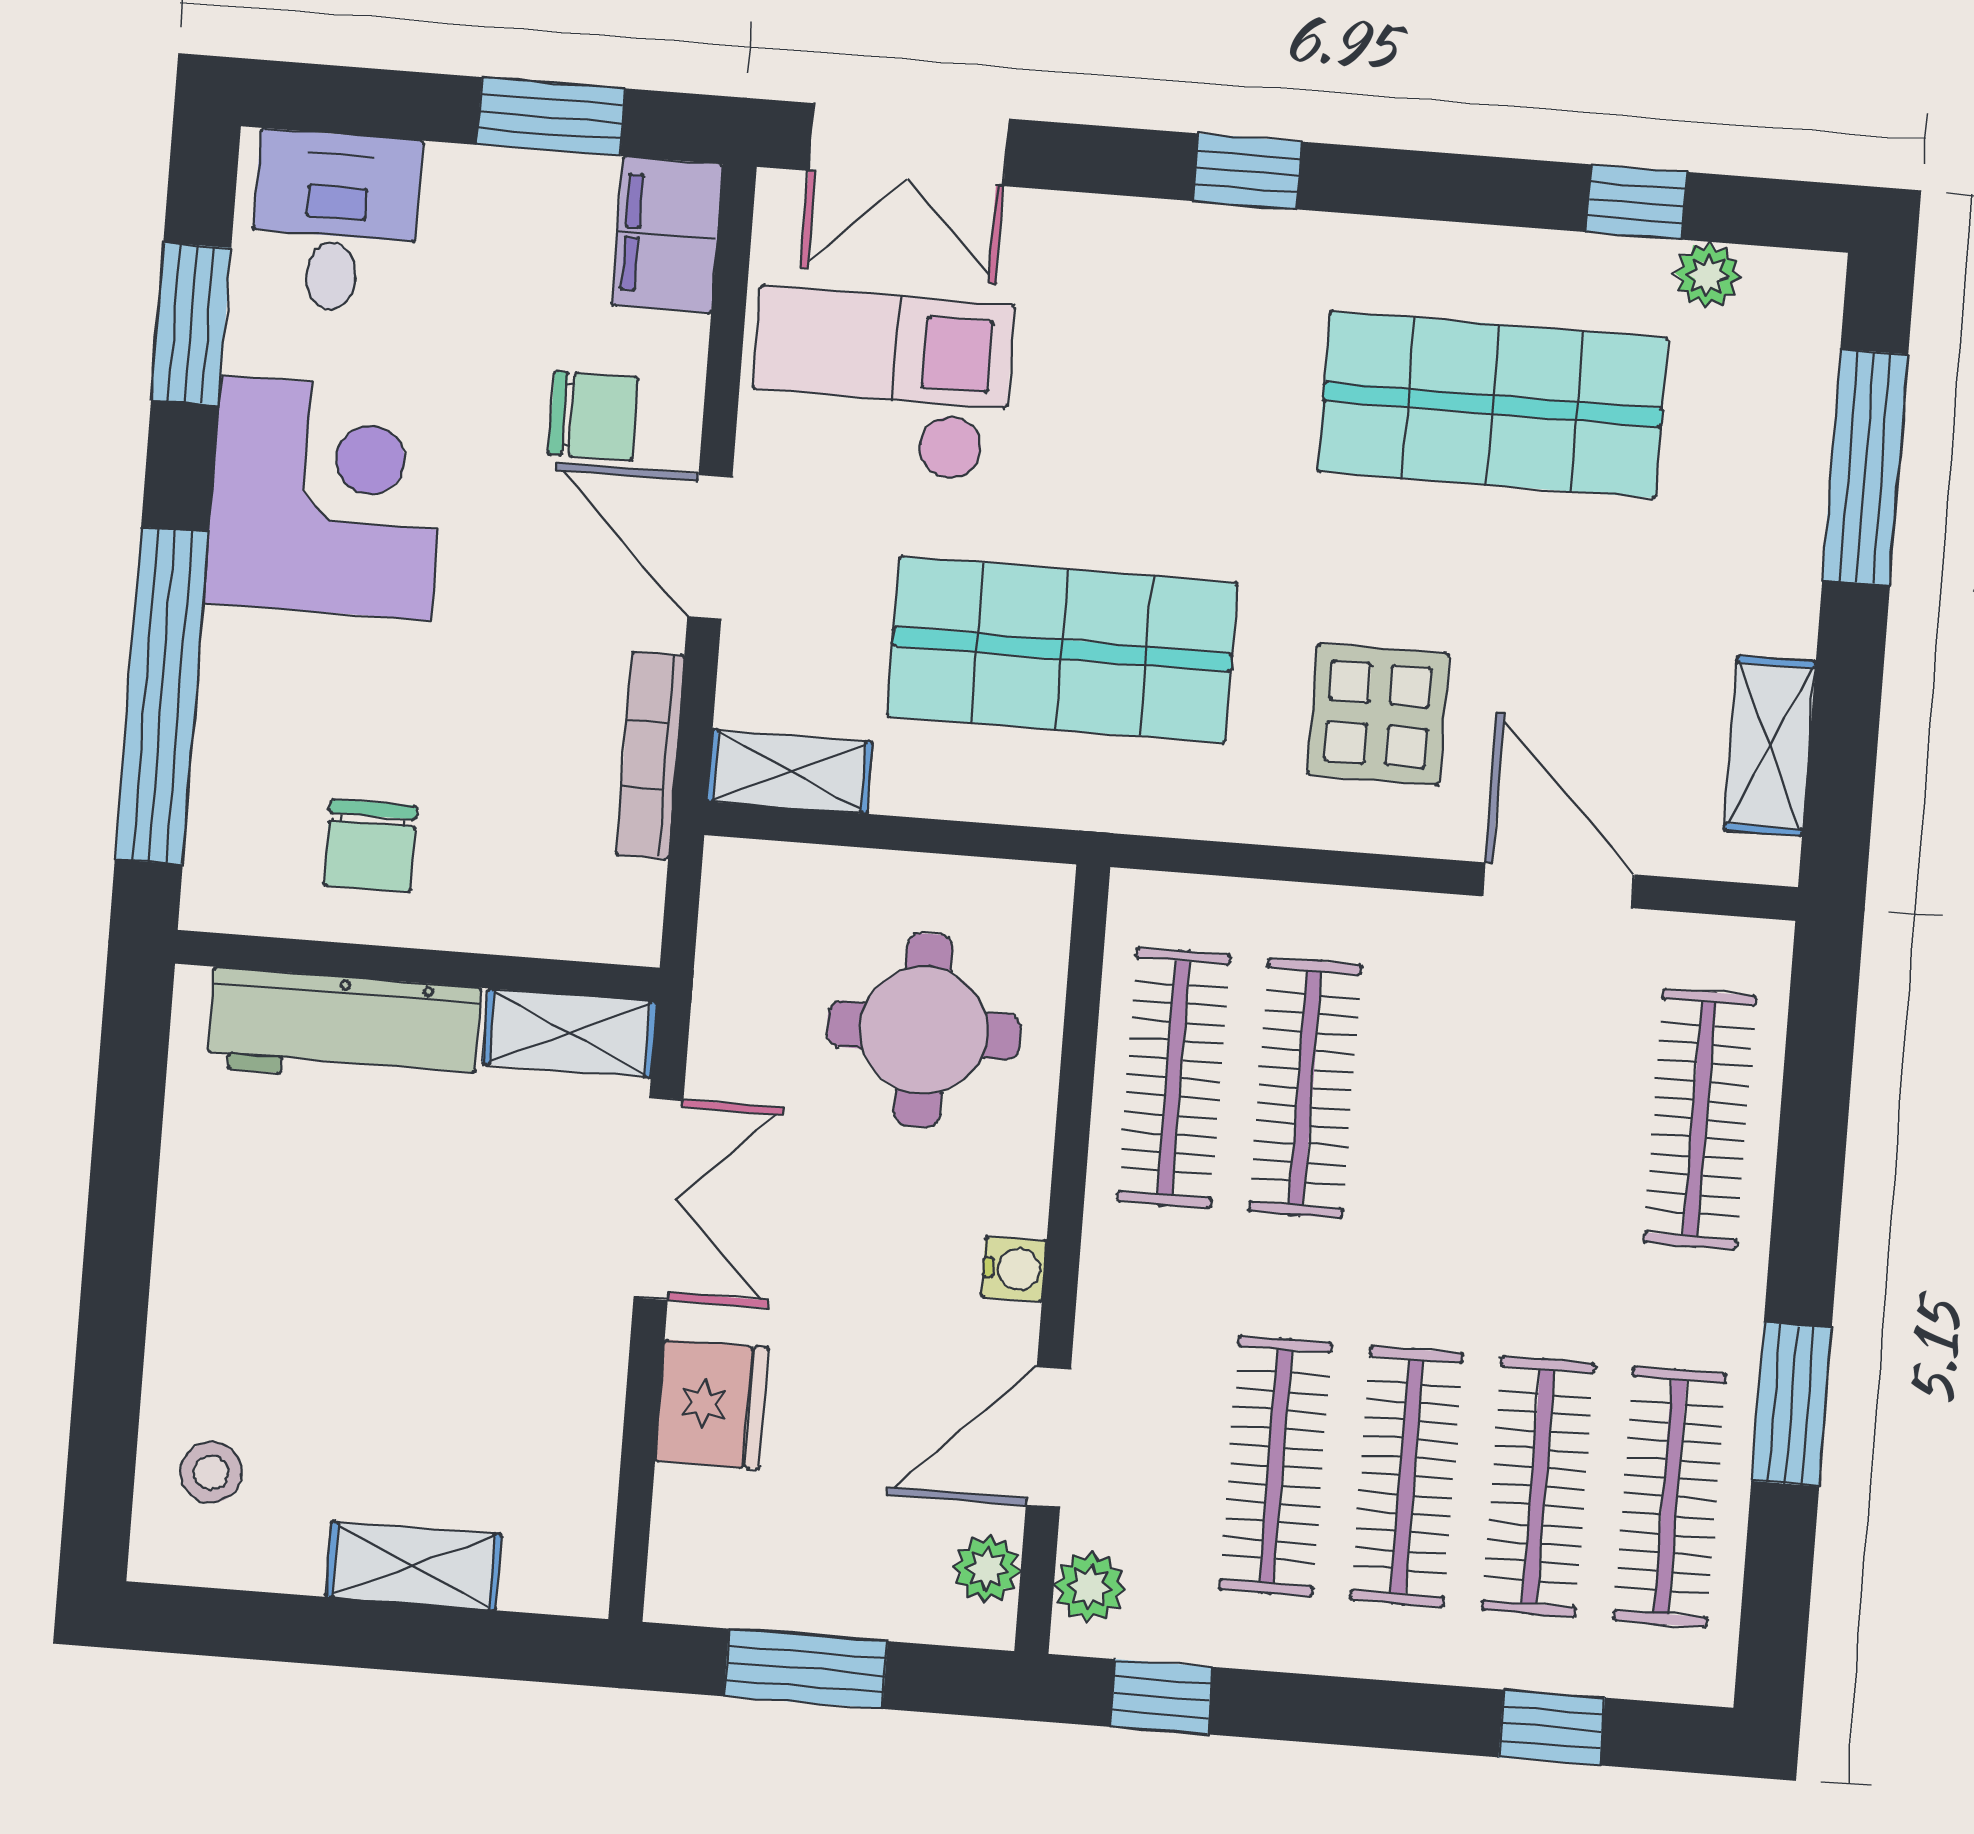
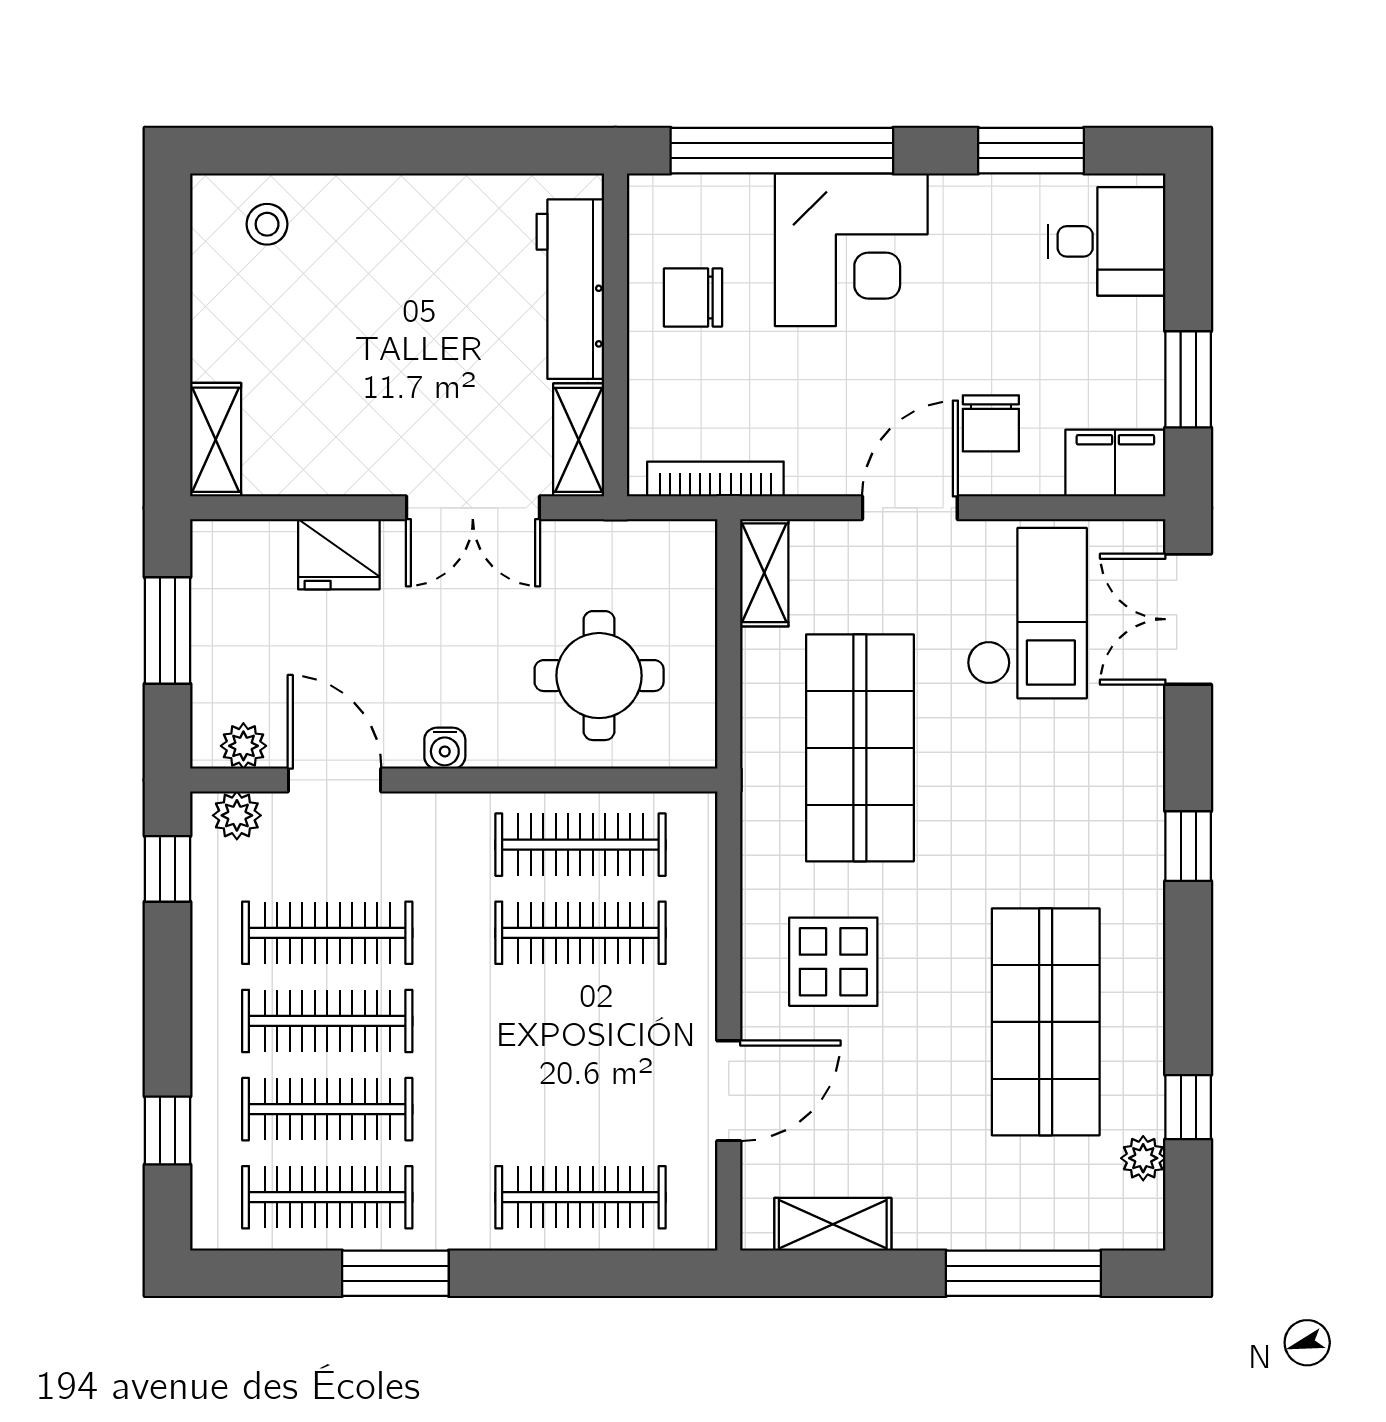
corner desk: (326, 498) -> (851, 250), moved
bookcase: (650, 755) -> (715, 479), moved
shelving: (414, 1566) -> (216, 440), moved

